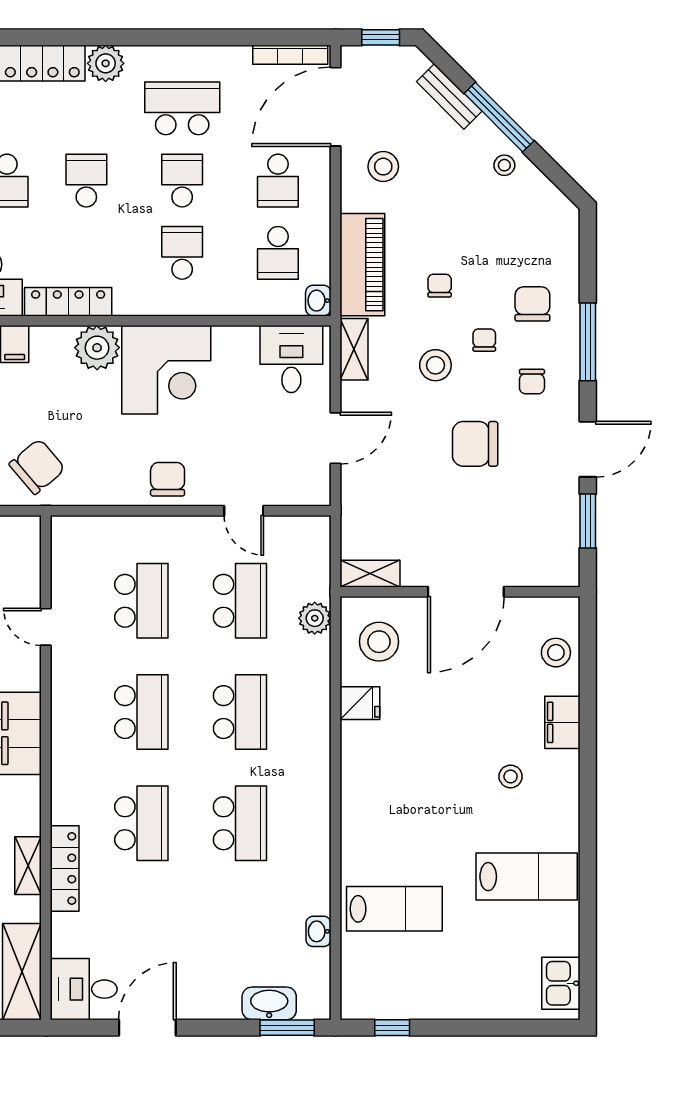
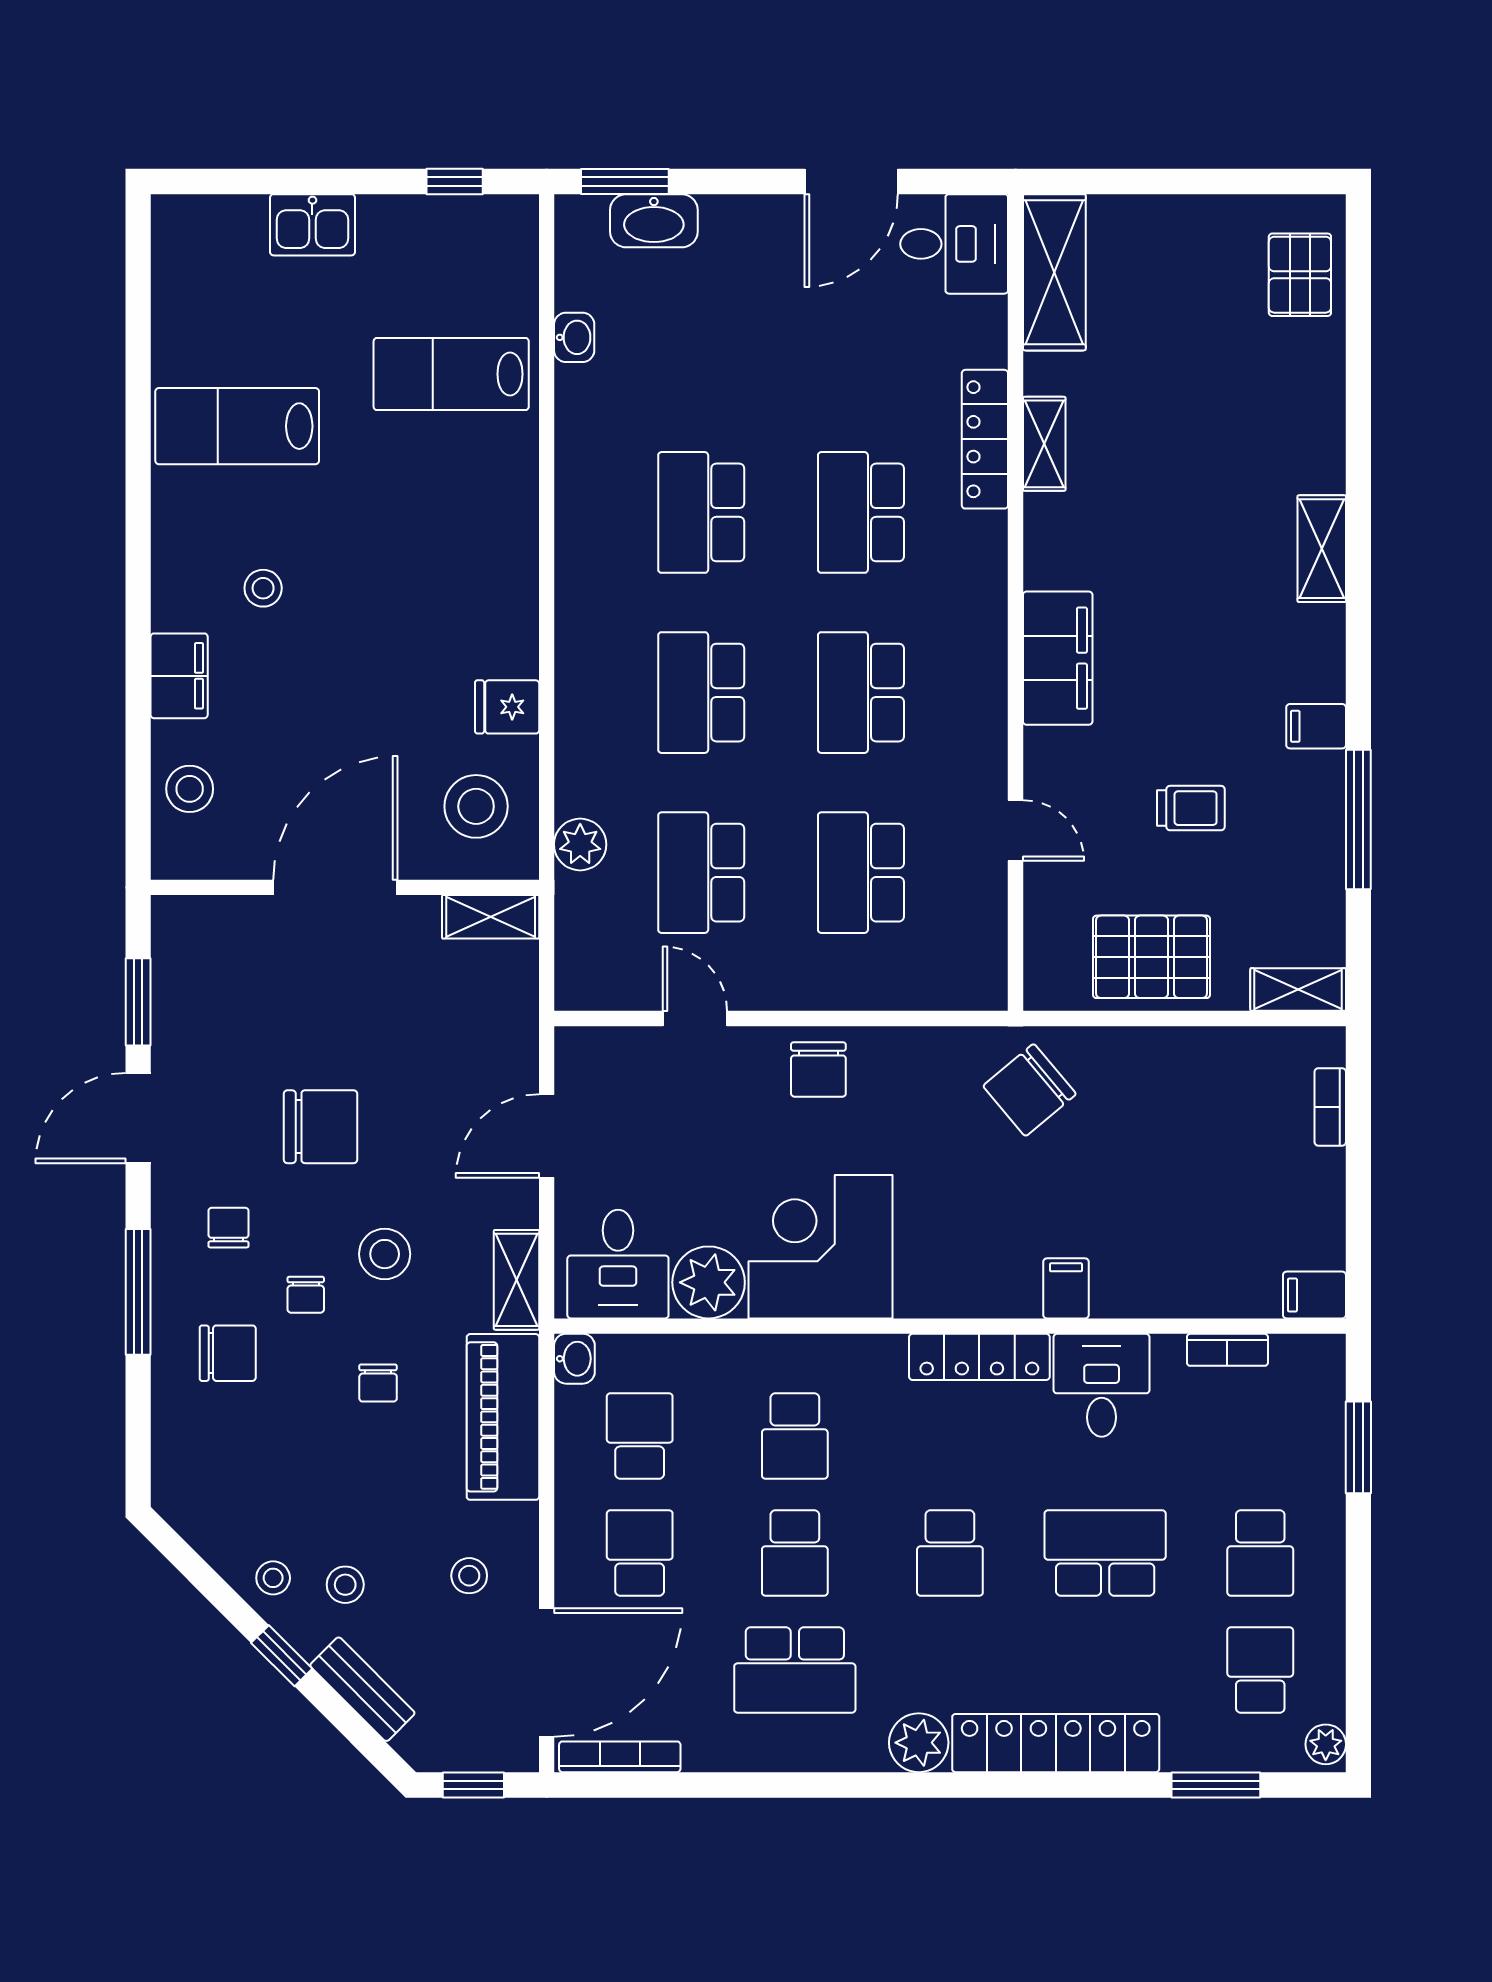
window: (499, 117) -> (282, 1656), width x0.46
stool: (460, 161) -> (345, 1585), added
stool: (383, 167) -> (469, 1576), width x0.73, depth x0.73
chair: (532, 304) -> (228, 1353), turned -90
plant: (97, 348) -> (709, 1282), moved
kitchen sink: (561, 983) -> (312, 225), moved, turned 90

